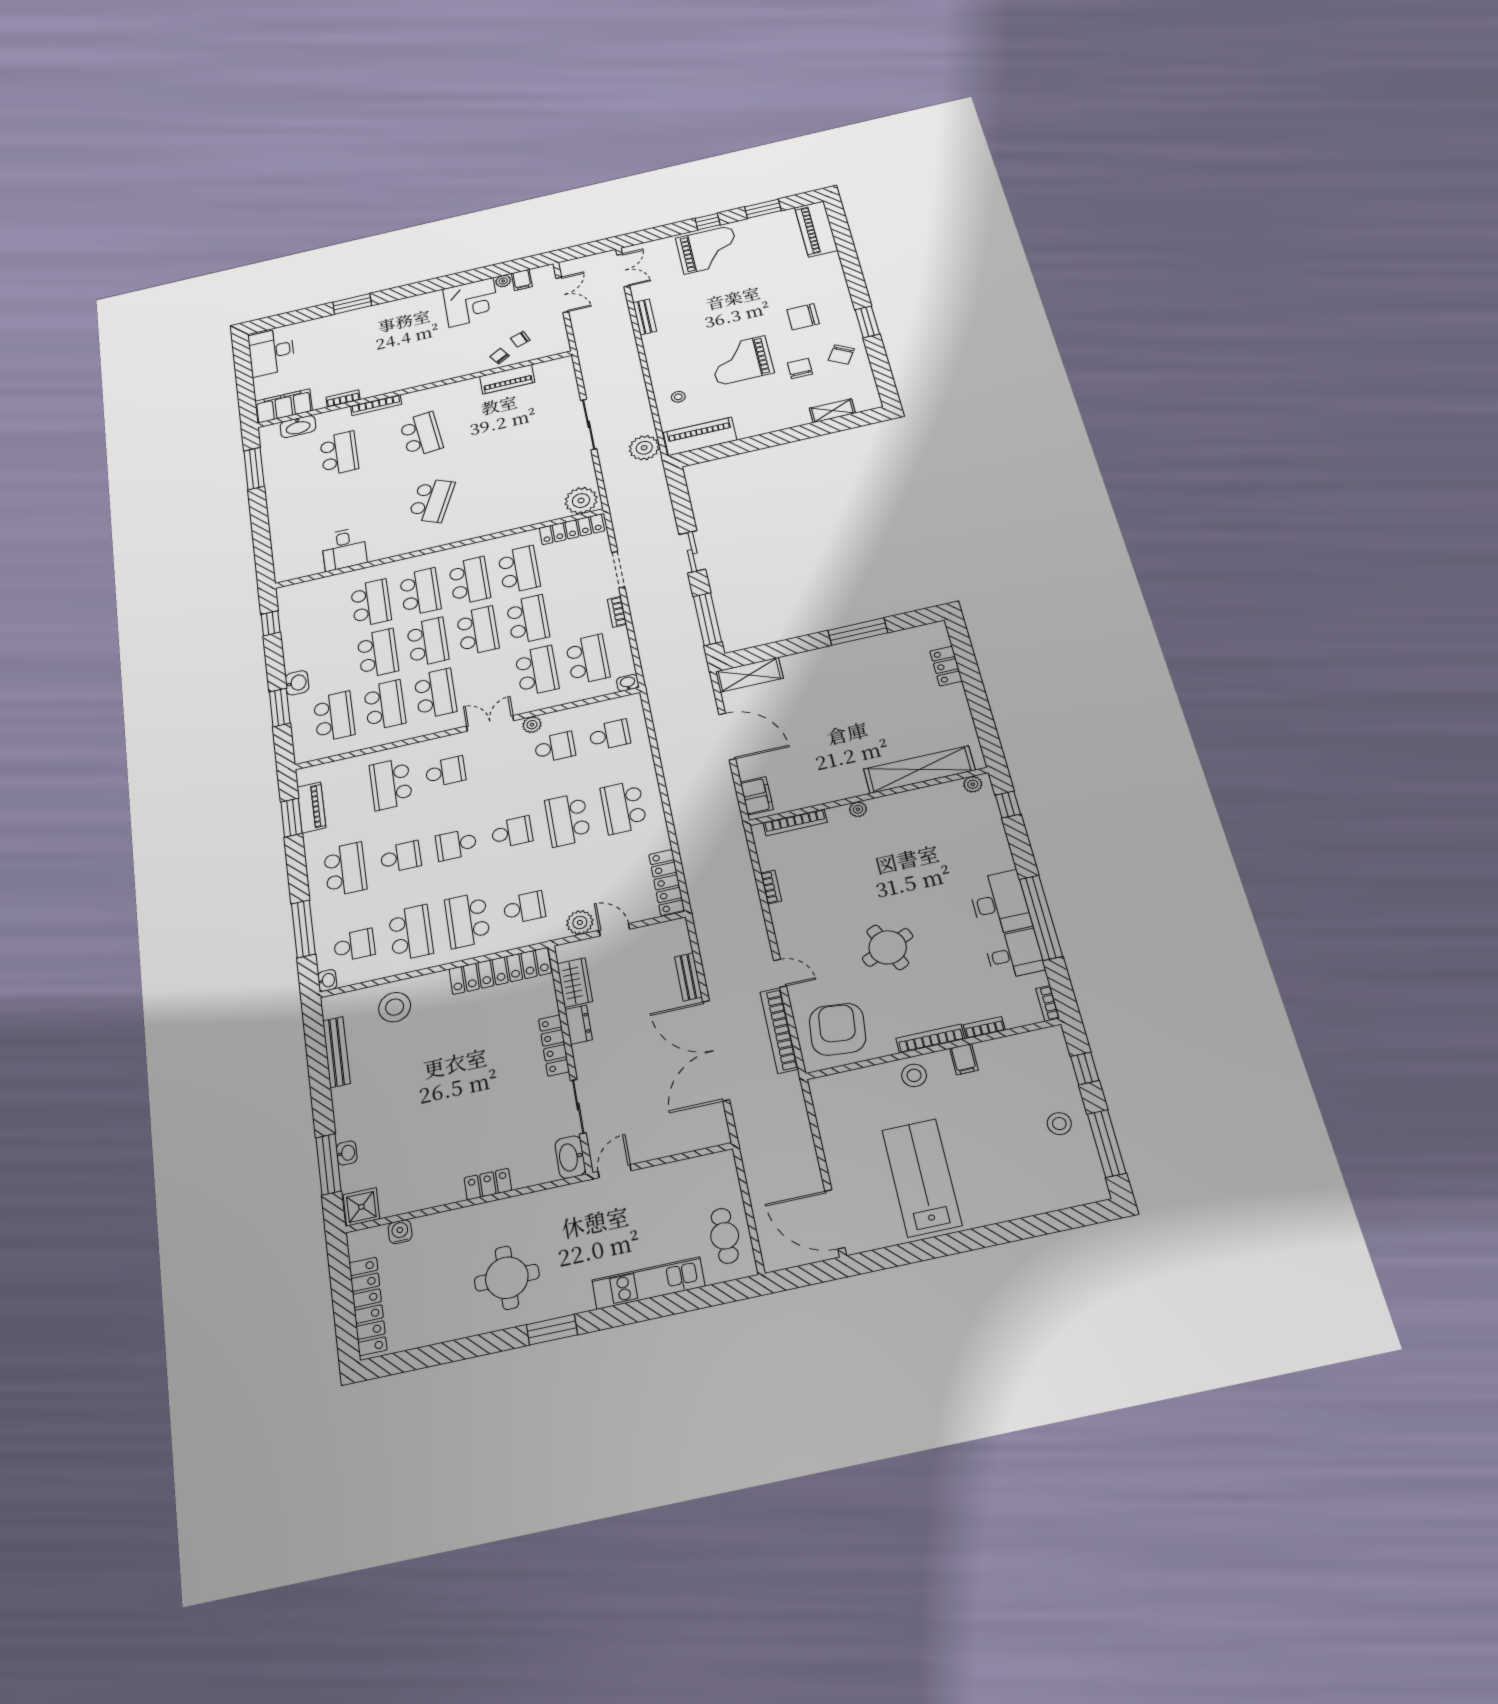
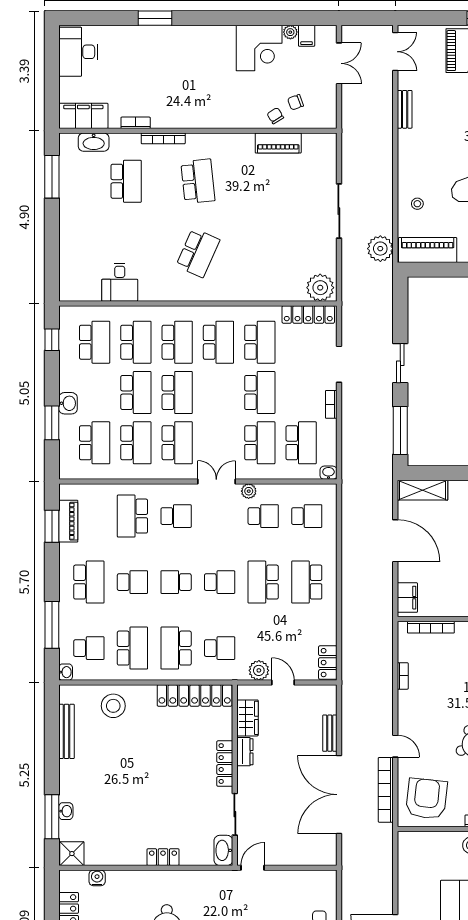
school desk: (478, 631) -> (95, 342), moved
locker: (667, 882) -> (328, 663), width x0.66

